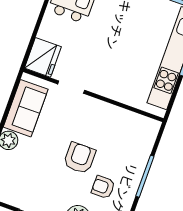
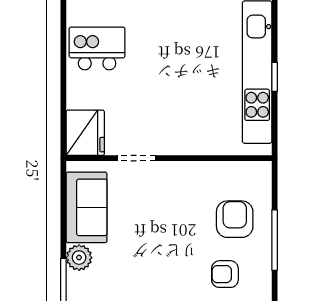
armchair: (80, 158) -> (235, 219), moved

